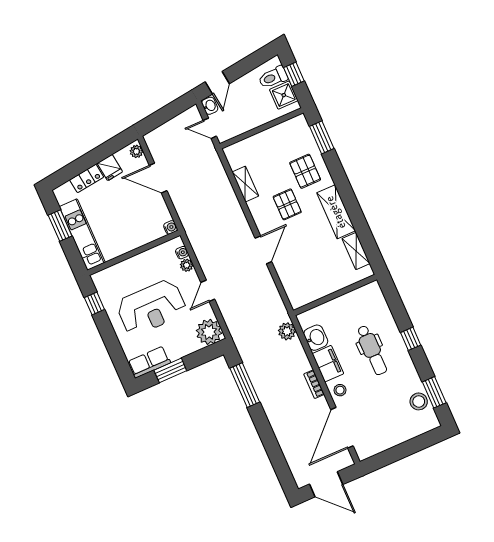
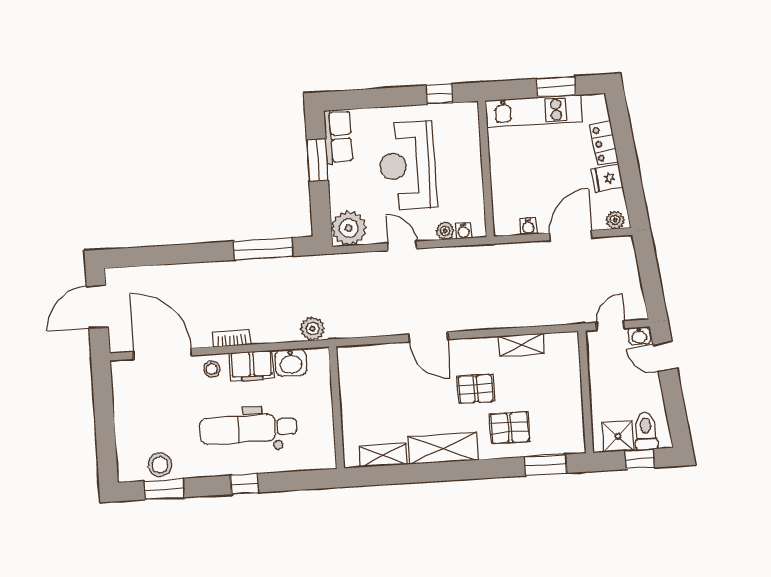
water cooler: (170, 227) -> (528, 226), moved
dental chair: (372, 350) -> (248, 429), width x1.36, depth x1.38

